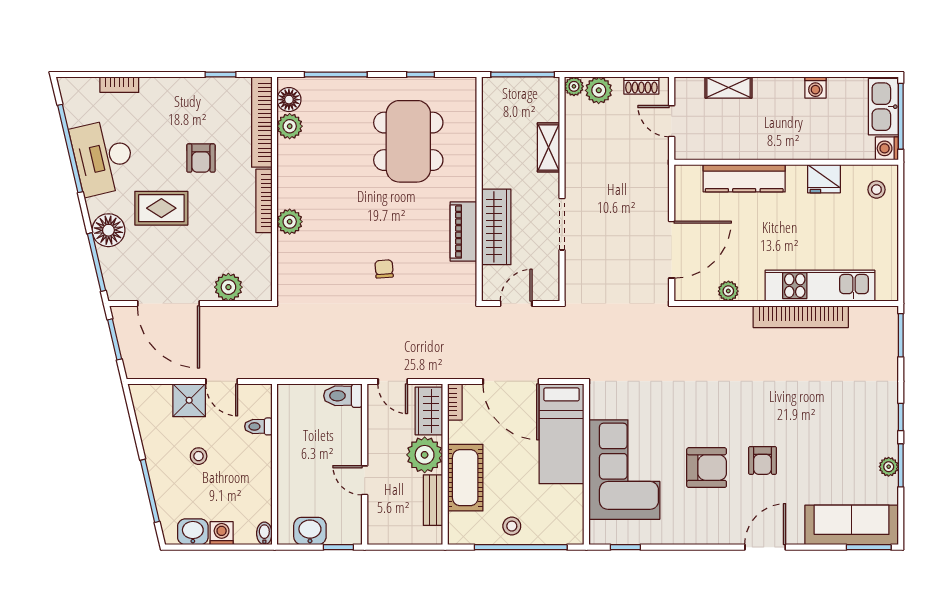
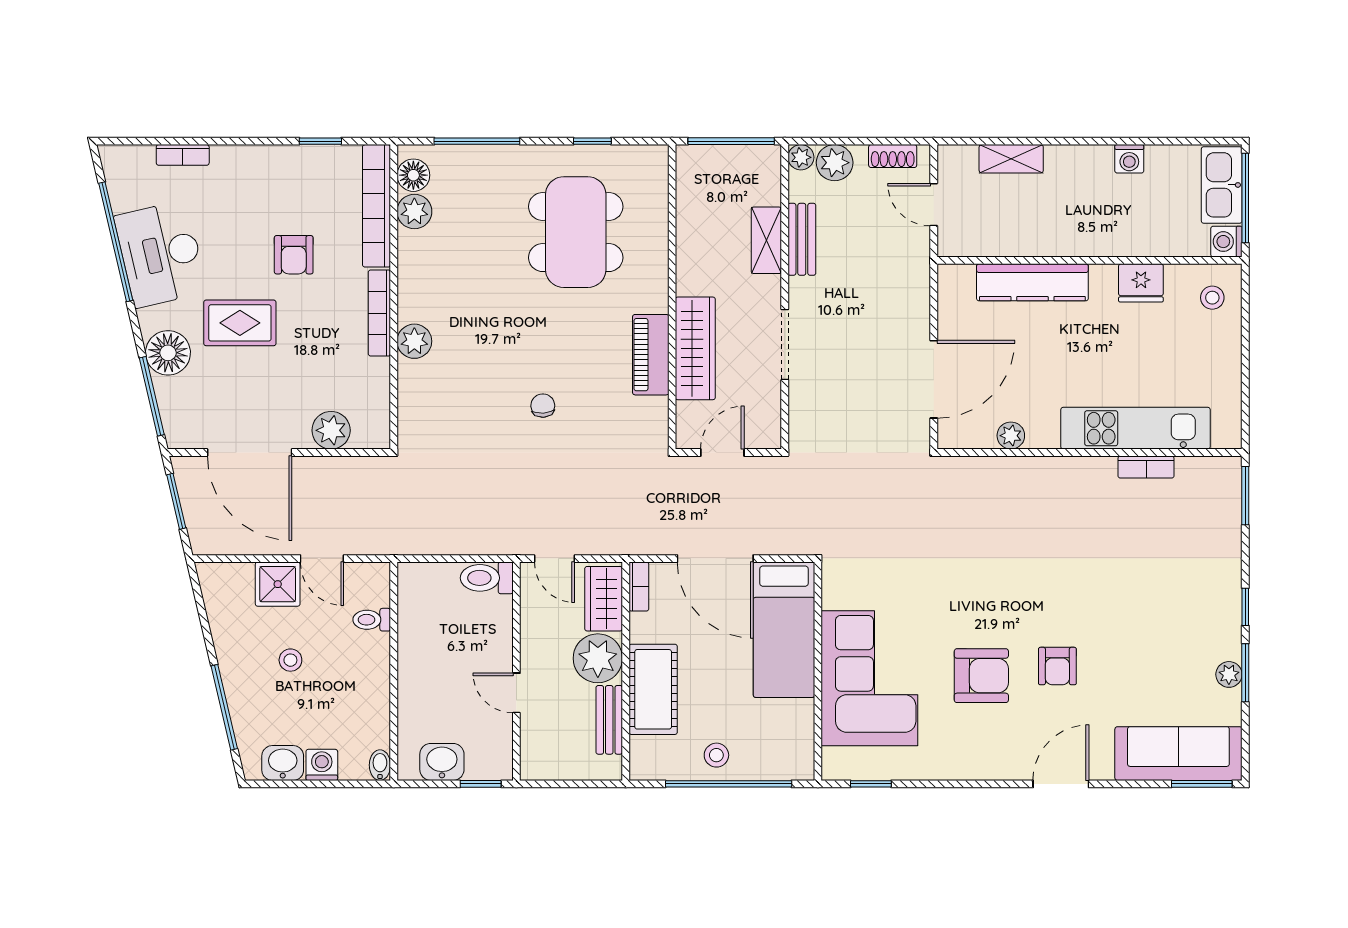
bench: (575, 147) -> (802, 239), added
bookcase: (801, 317) -> (1146, 467), width x0.43, depth x0.76

